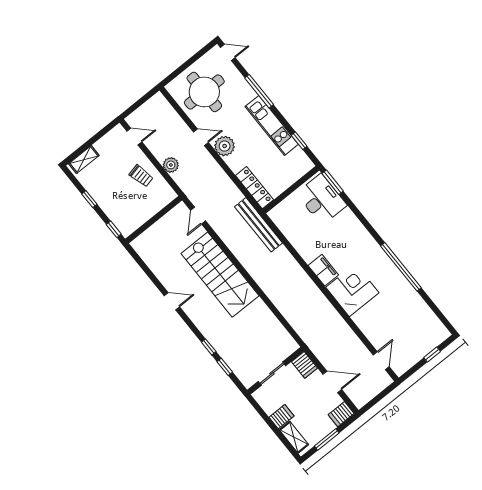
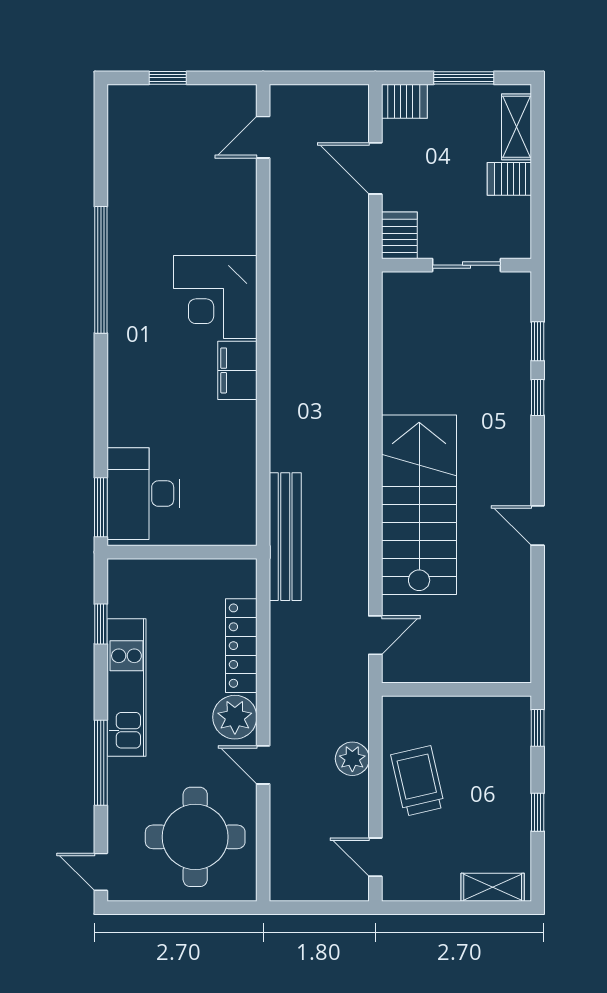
trolley: (141, 176) -> (418, 781), width x1.36, depth x1.39
locker: (254, 188) -> (241, 646), moved

